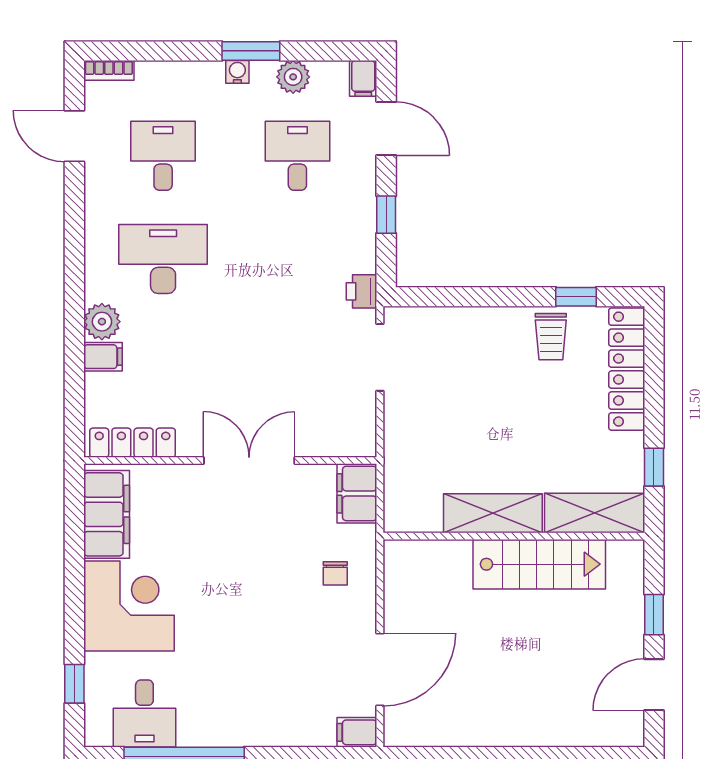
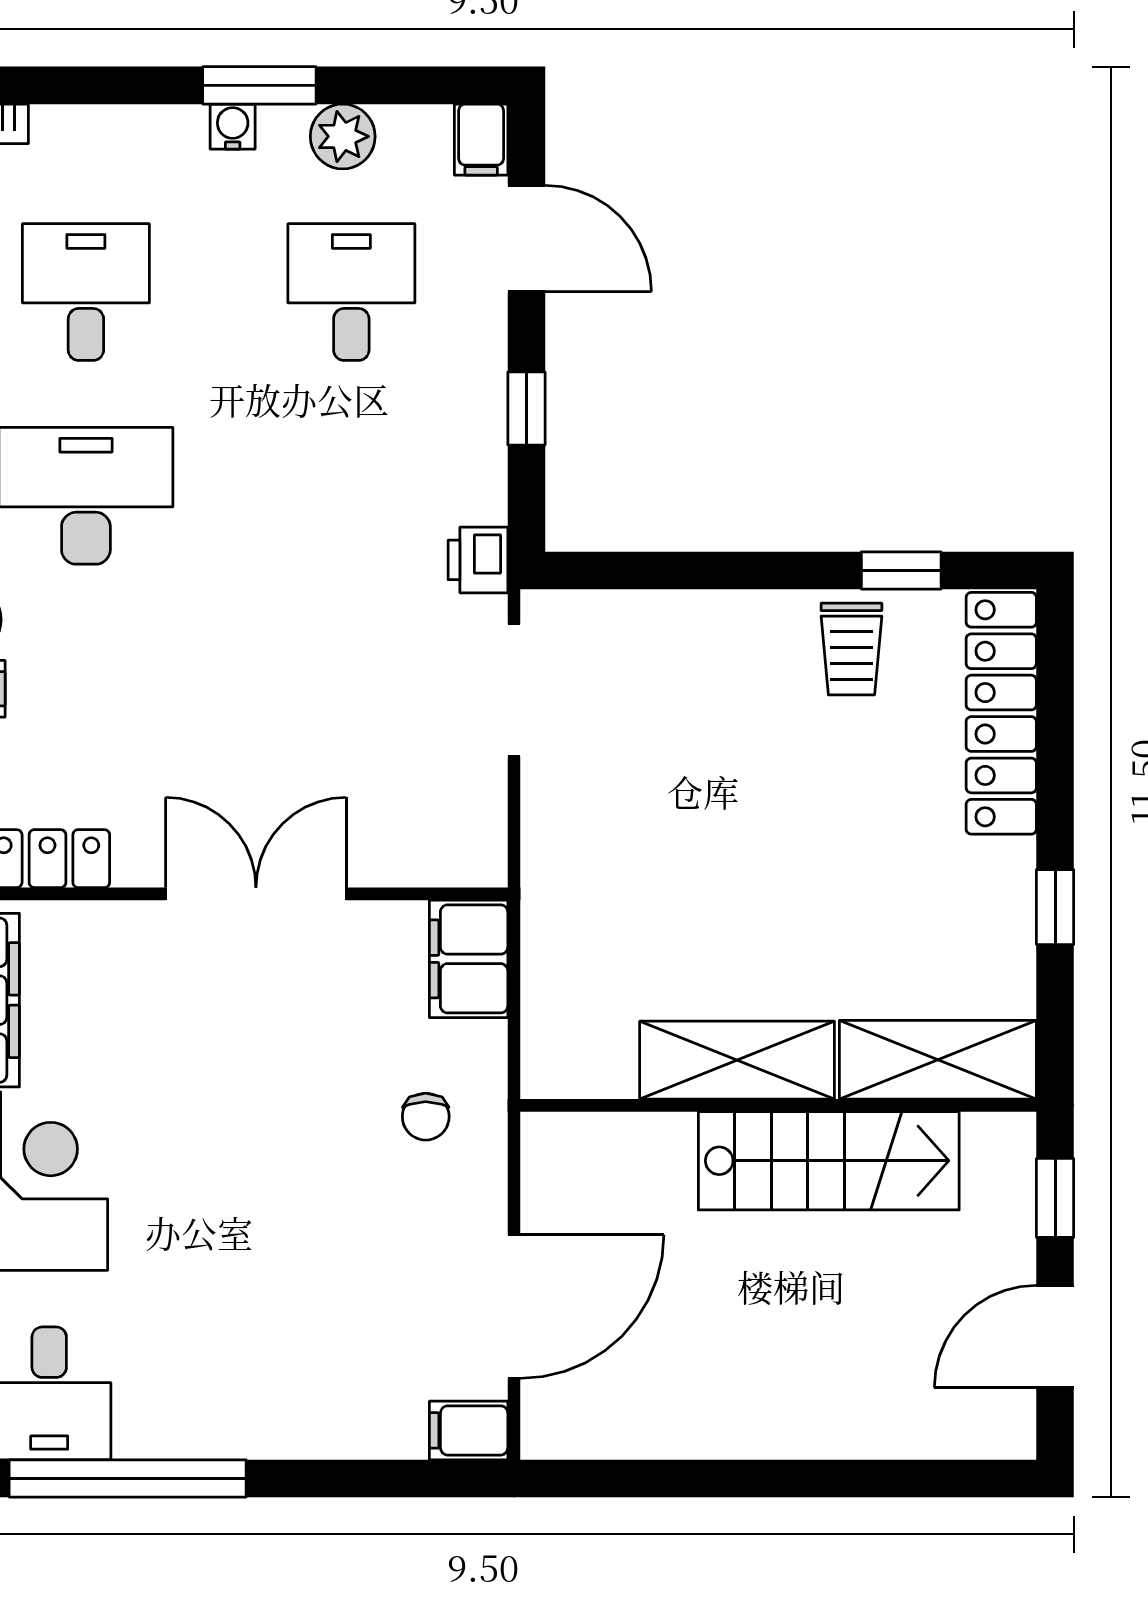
shelving: (493, 513) -> (737, 1060), moved
shelving: (595, 513) -> (938, 1060), moved
wall: (514, 536) -> (778, 1105), moved
stairs: (539, 564) -> (829, 1161), moved

